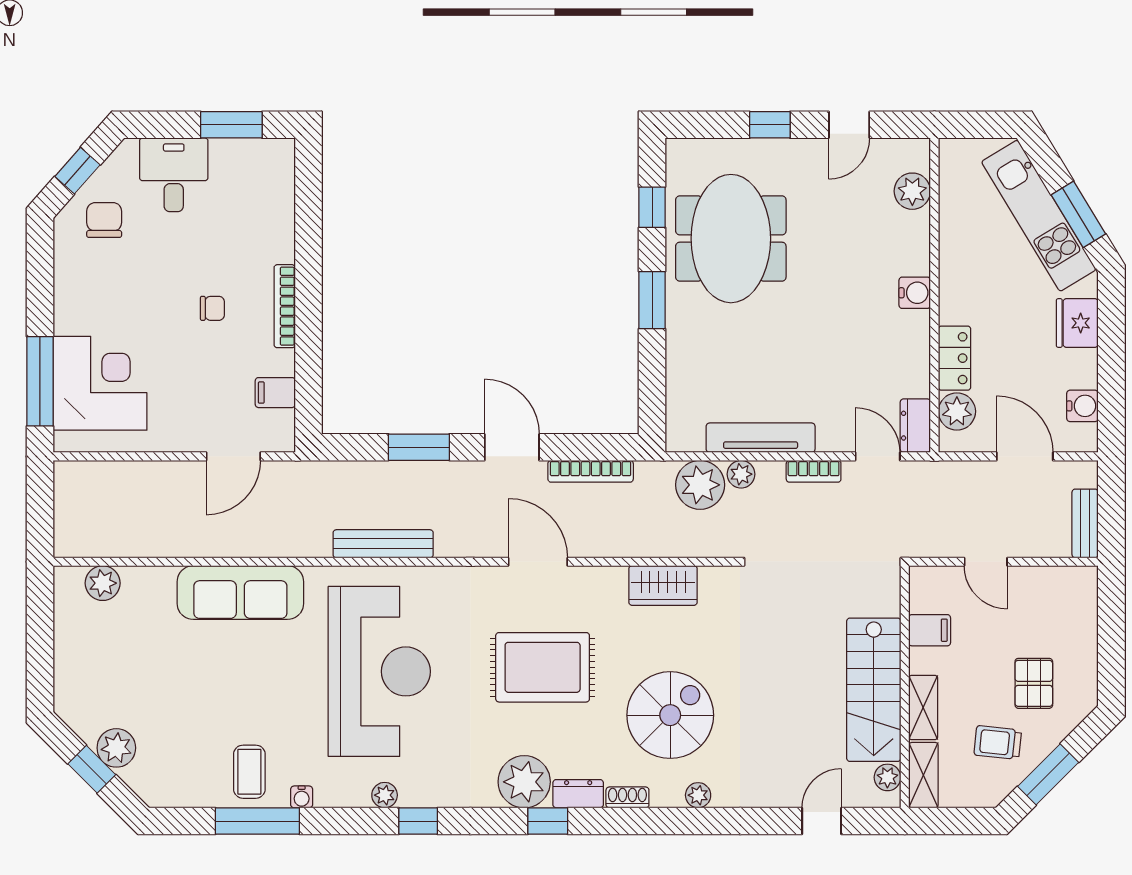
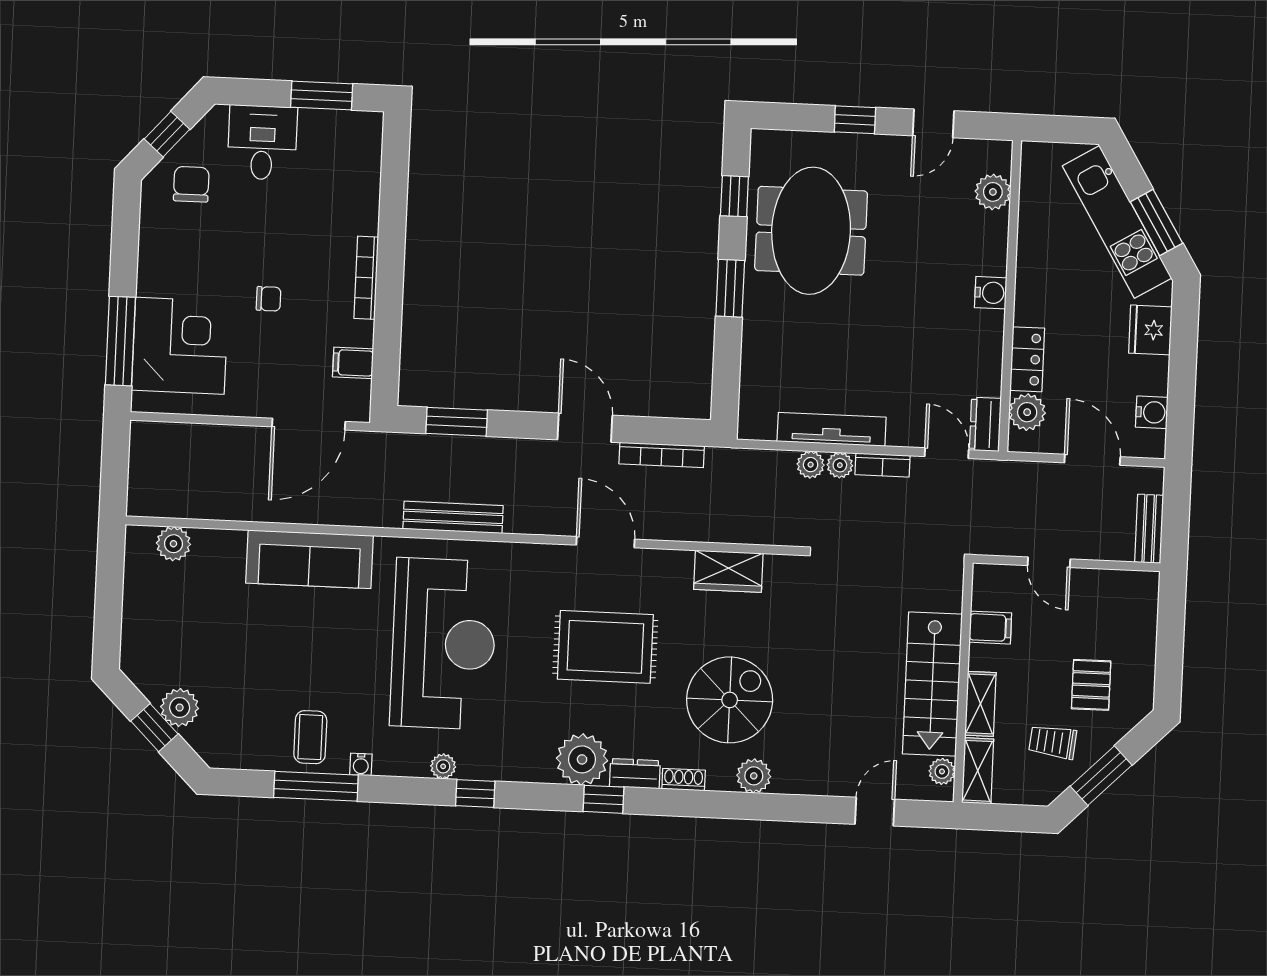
chair: (212, 308) -> (269, 299), moved
window: (419, 447) -> (457, 422), moved
door: (233, 456) -> (309, 424), width x1.36
plant: (700, 485) -> (840, 465), moved, width x0.53, depth x0.53
plant: (698, 795) -> (754, 776), width x1.38, depth x1.38

